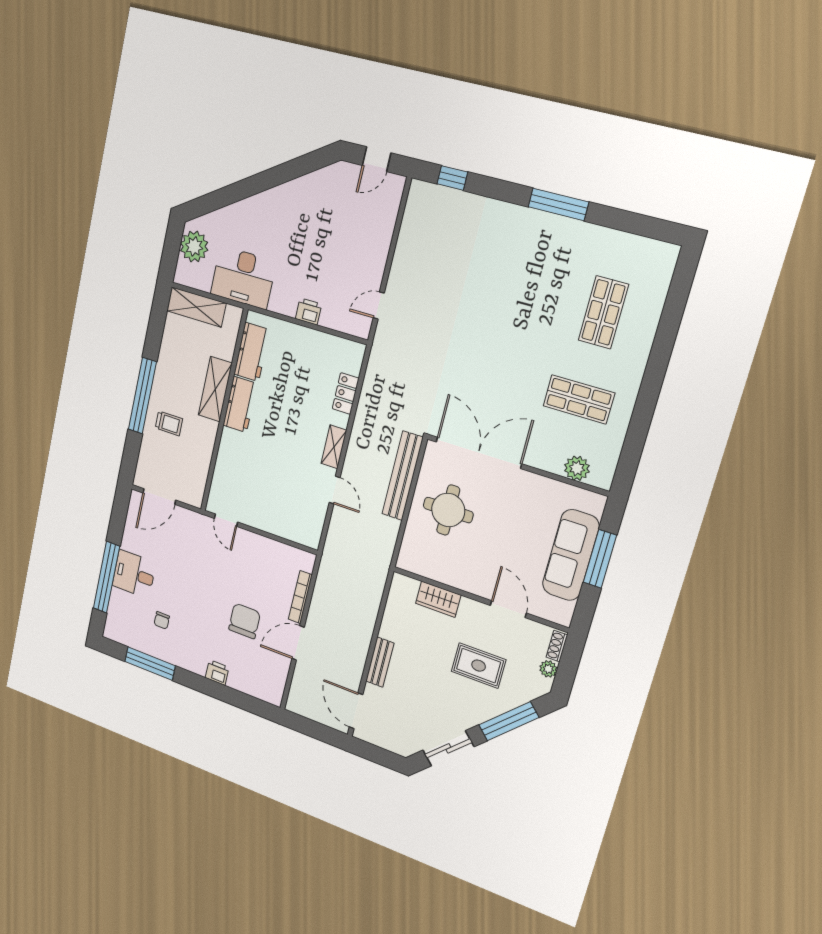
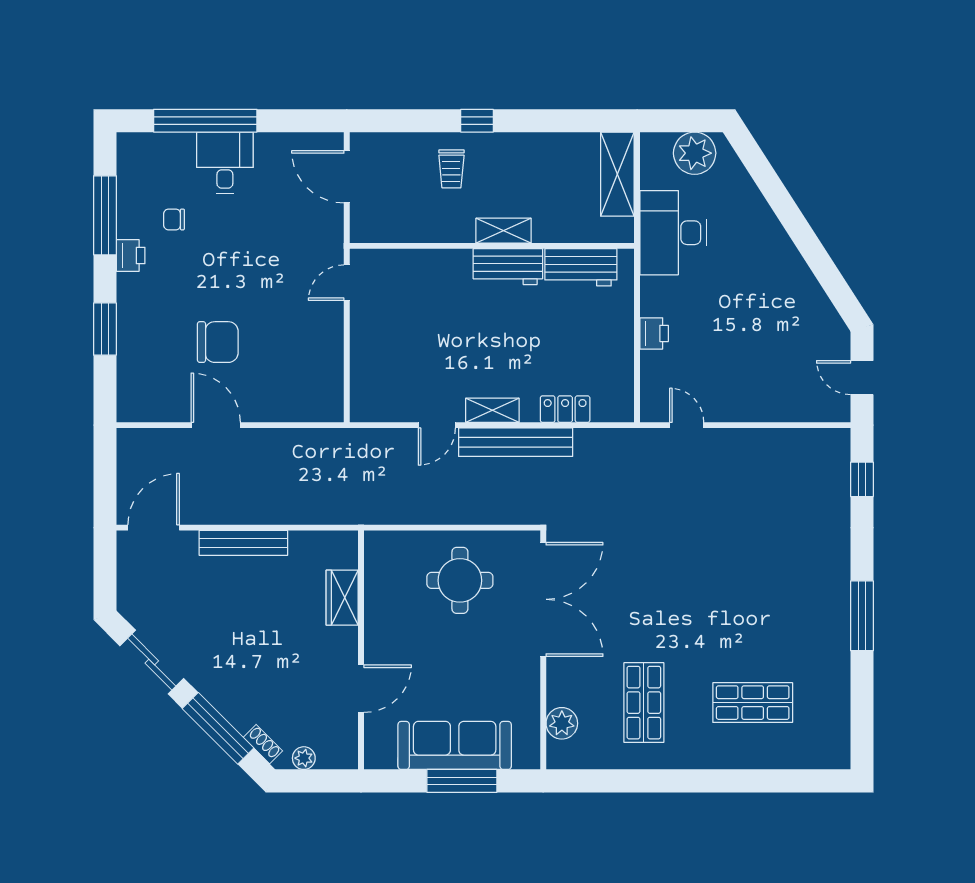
shelving: (215, 389) -> (504, 231), width x0.67, depth x0.75
window: (142, 396) -> (477, 121), width x0.32
bench: (403, 476) -> (516, 442), moved
bookcase: (300, 597) -> (279, 413), removed
shoe rack: (557, 646) -> (263, 744), moved, turned 45
bench: (380, 662) -> (243, 543), width x1.36
rug: (479, 666) -> (275, 671), removed
printer: (217, 673) -> (131, 256), moved
window: (220, 692) -> (105, 329), added

